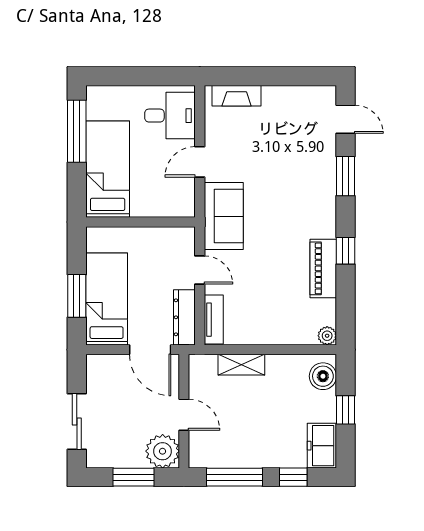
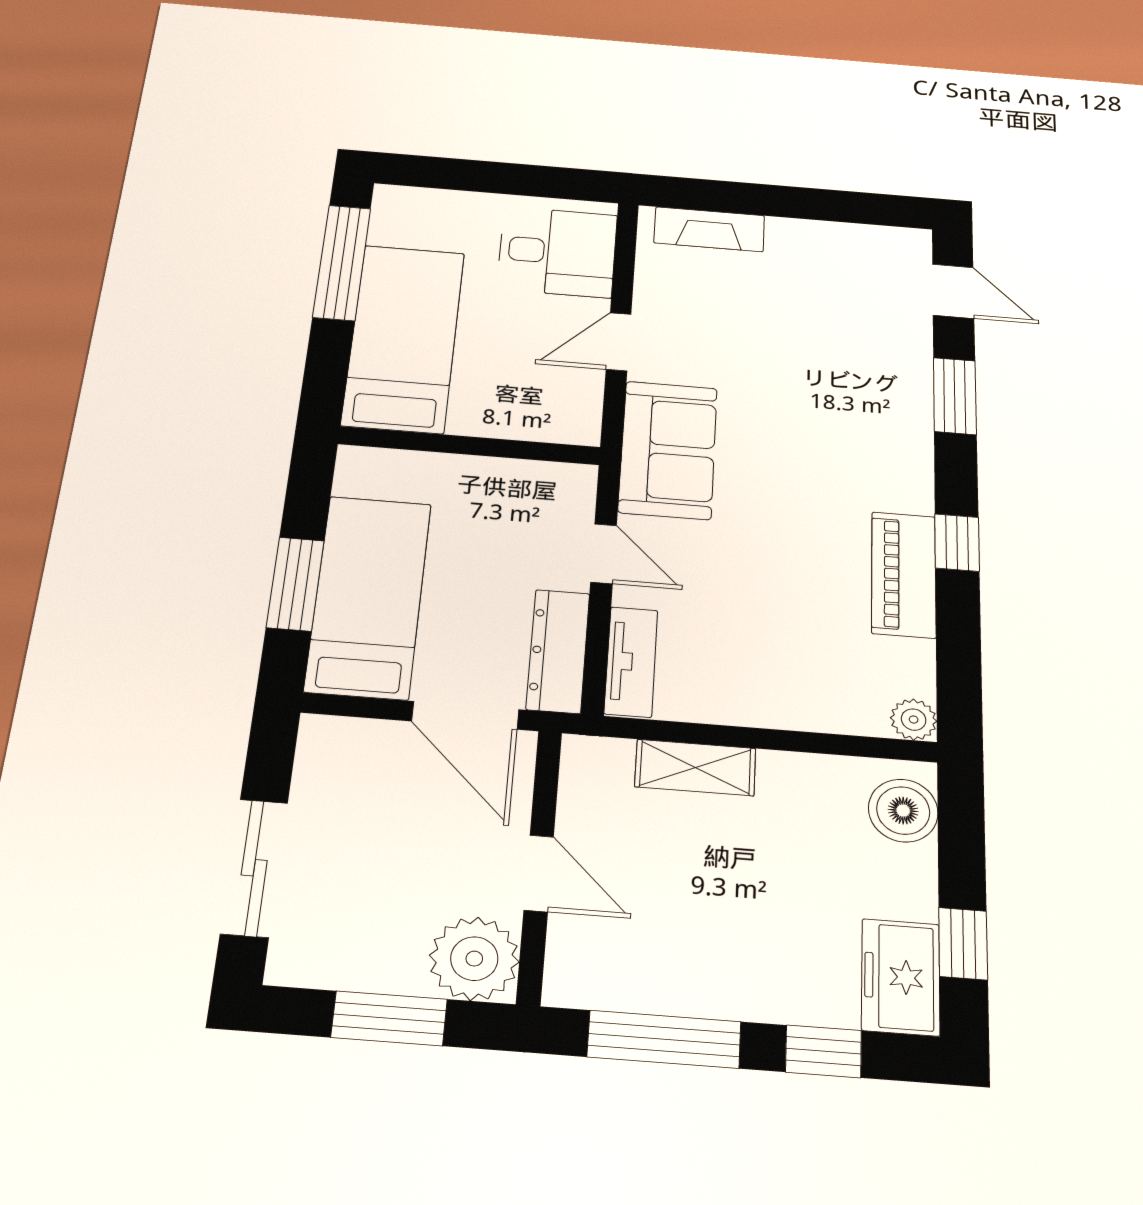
window: (346, 410) -> (963, 944), moved

